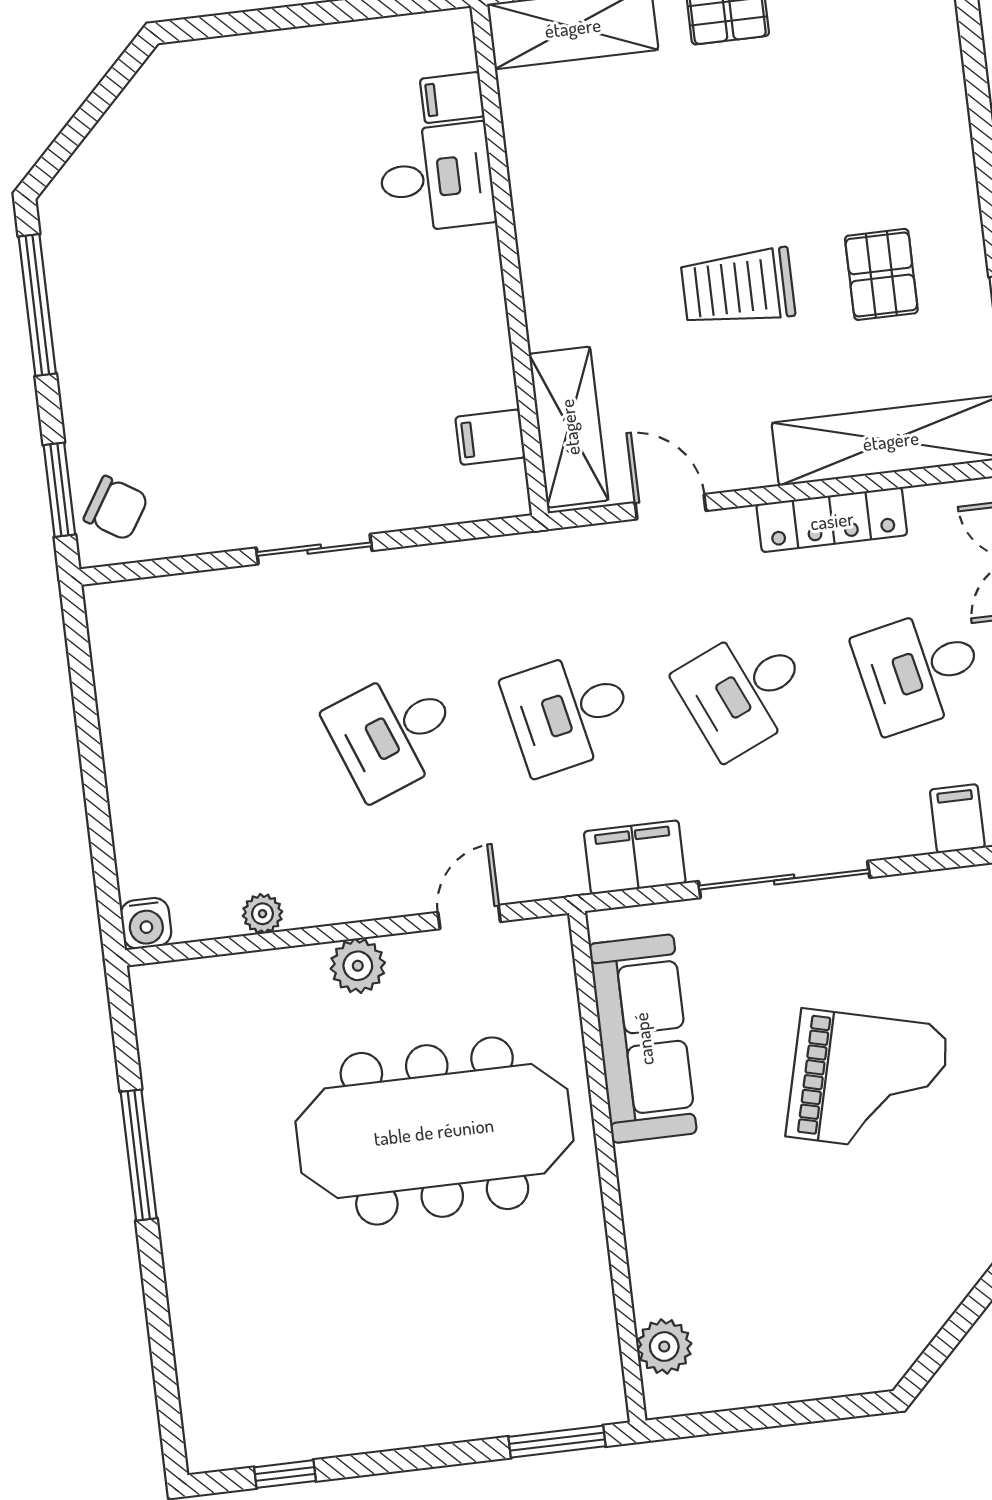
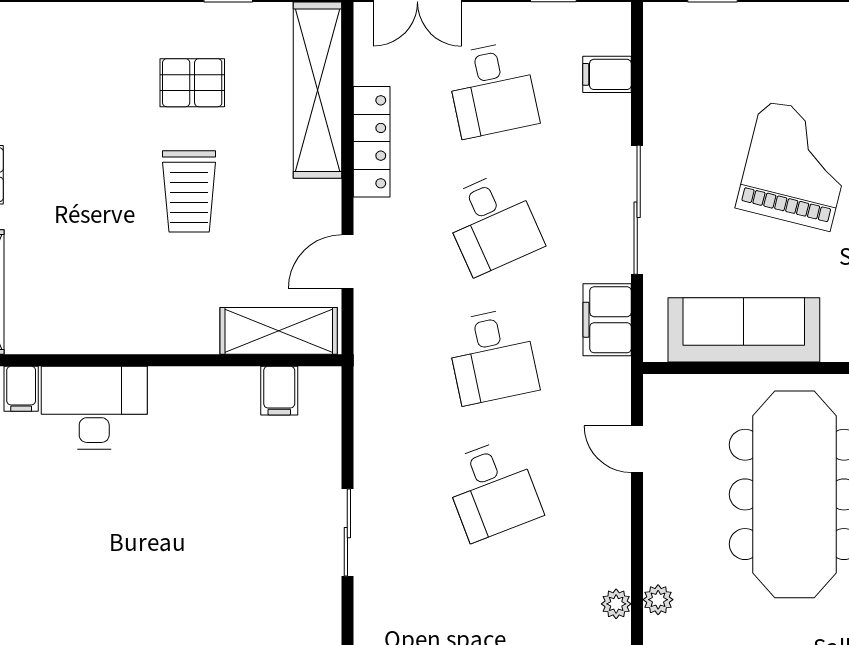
desk: (437, 178) -> (94, 408), width x1.37
plant: (358, 966) -> (658, 600), moved, width x0.73, depth x0.73

